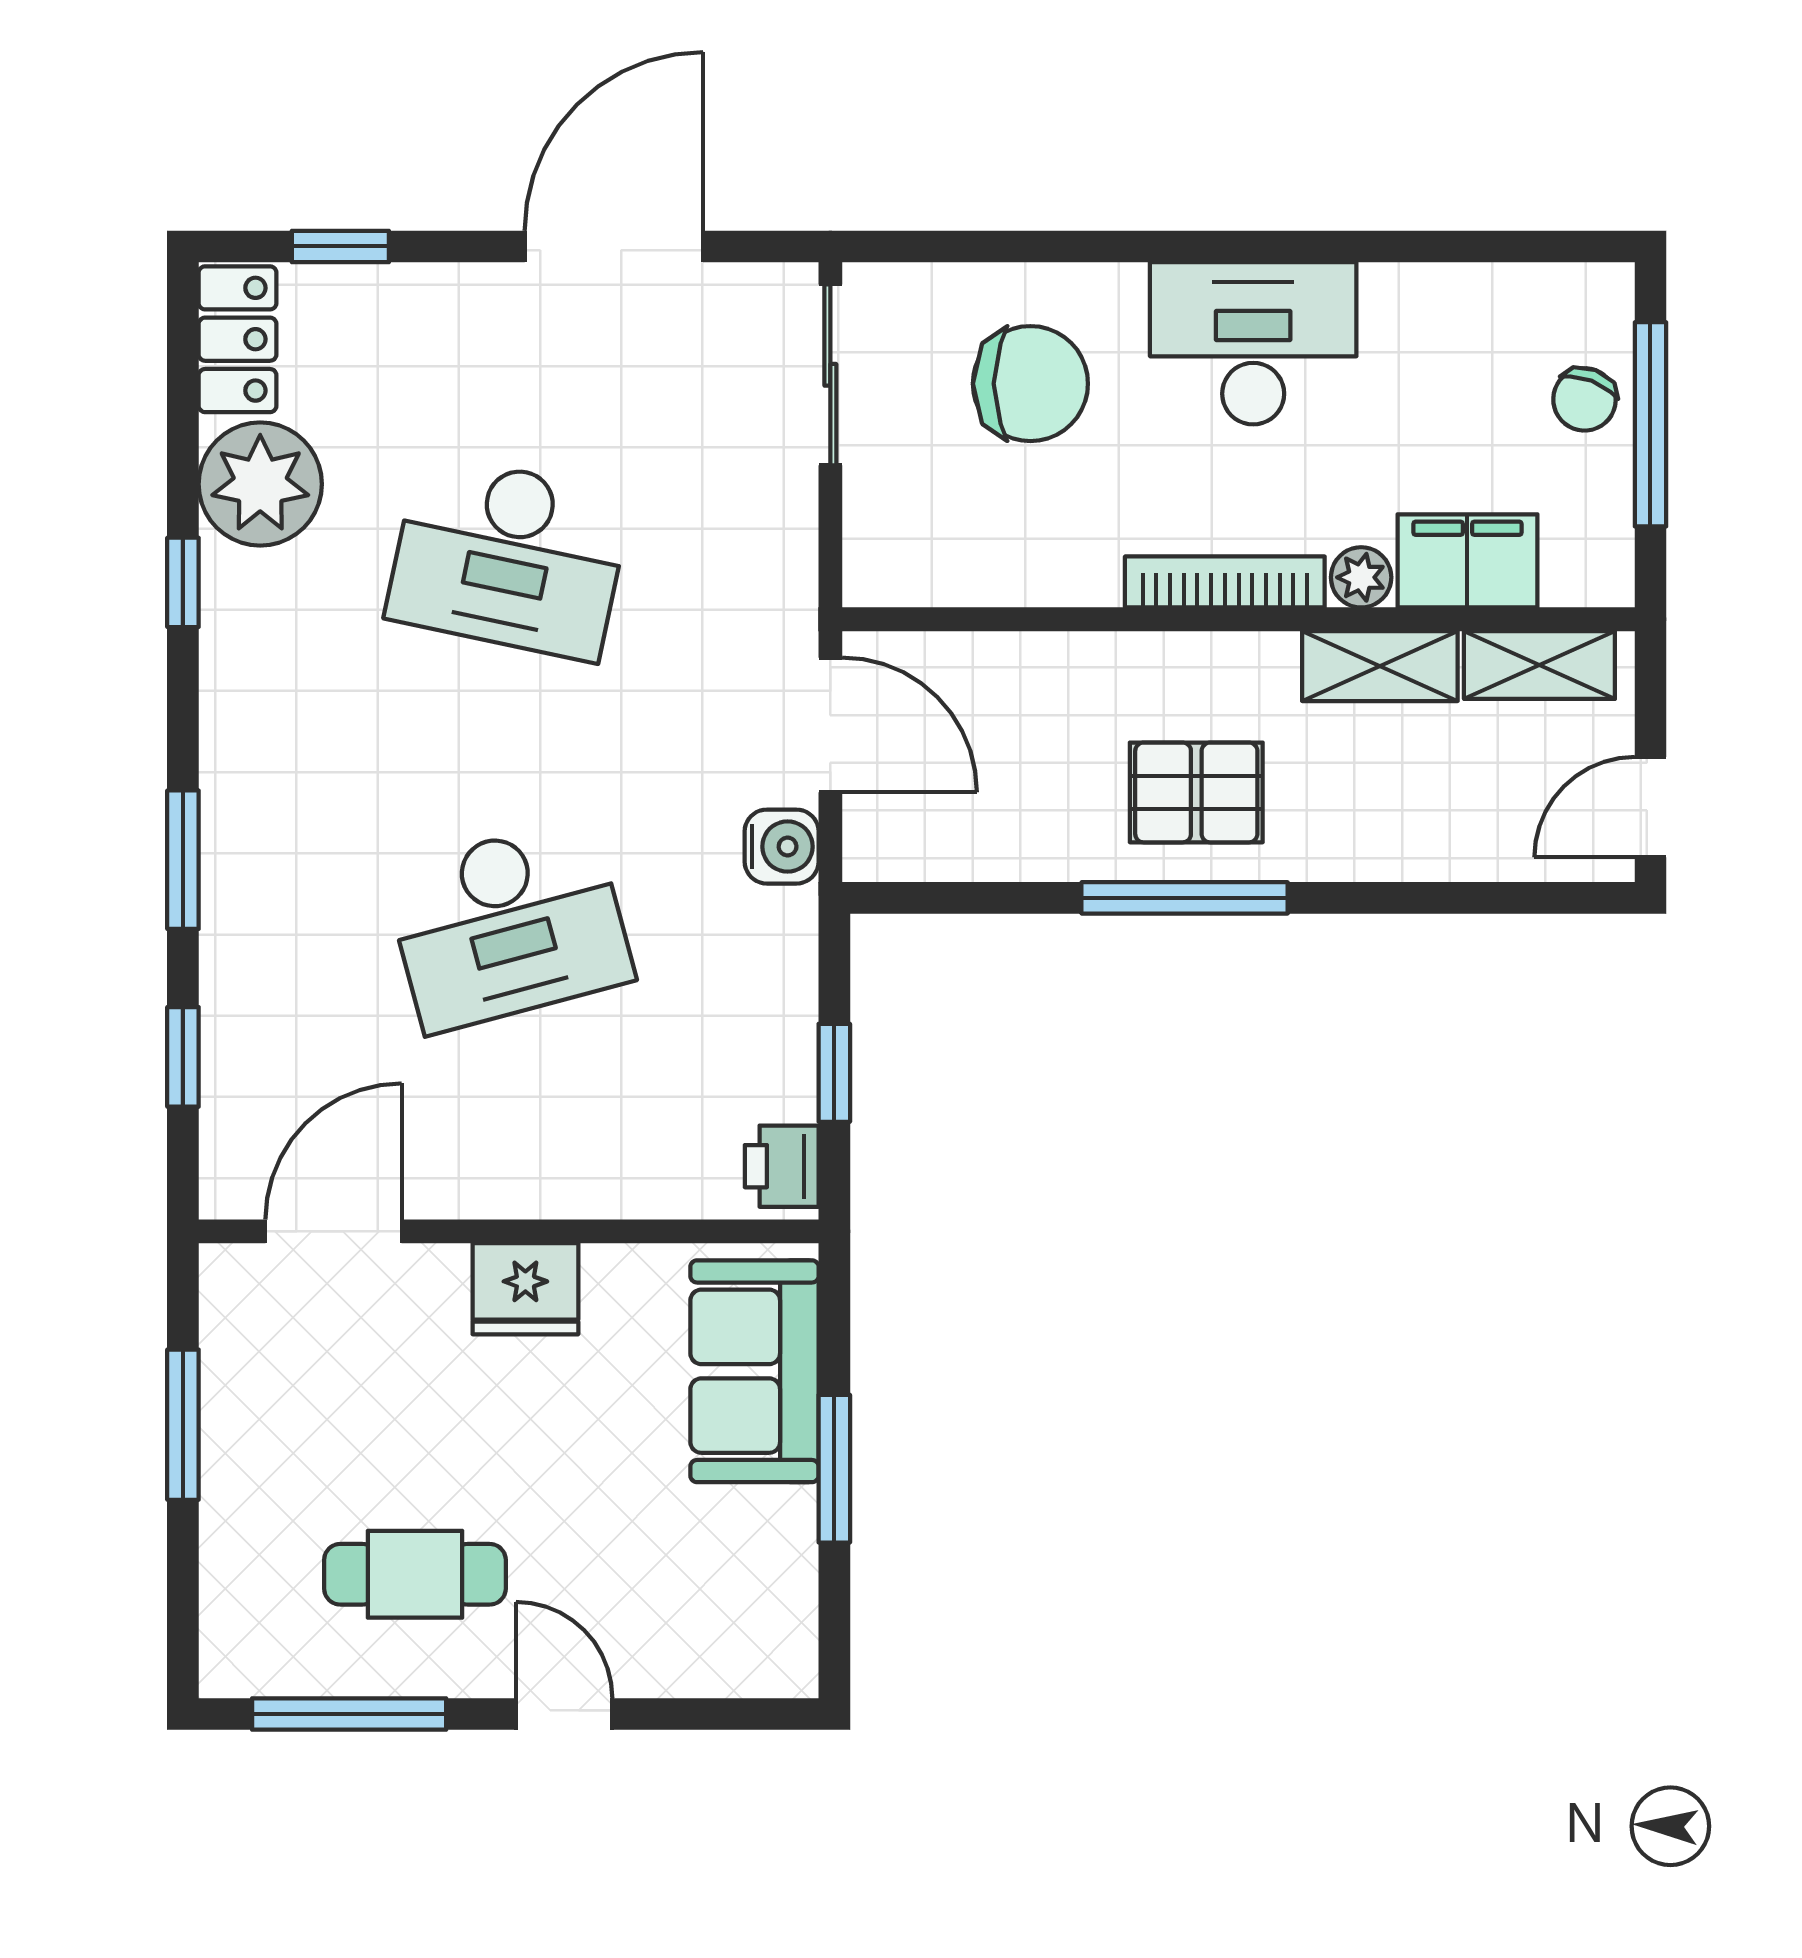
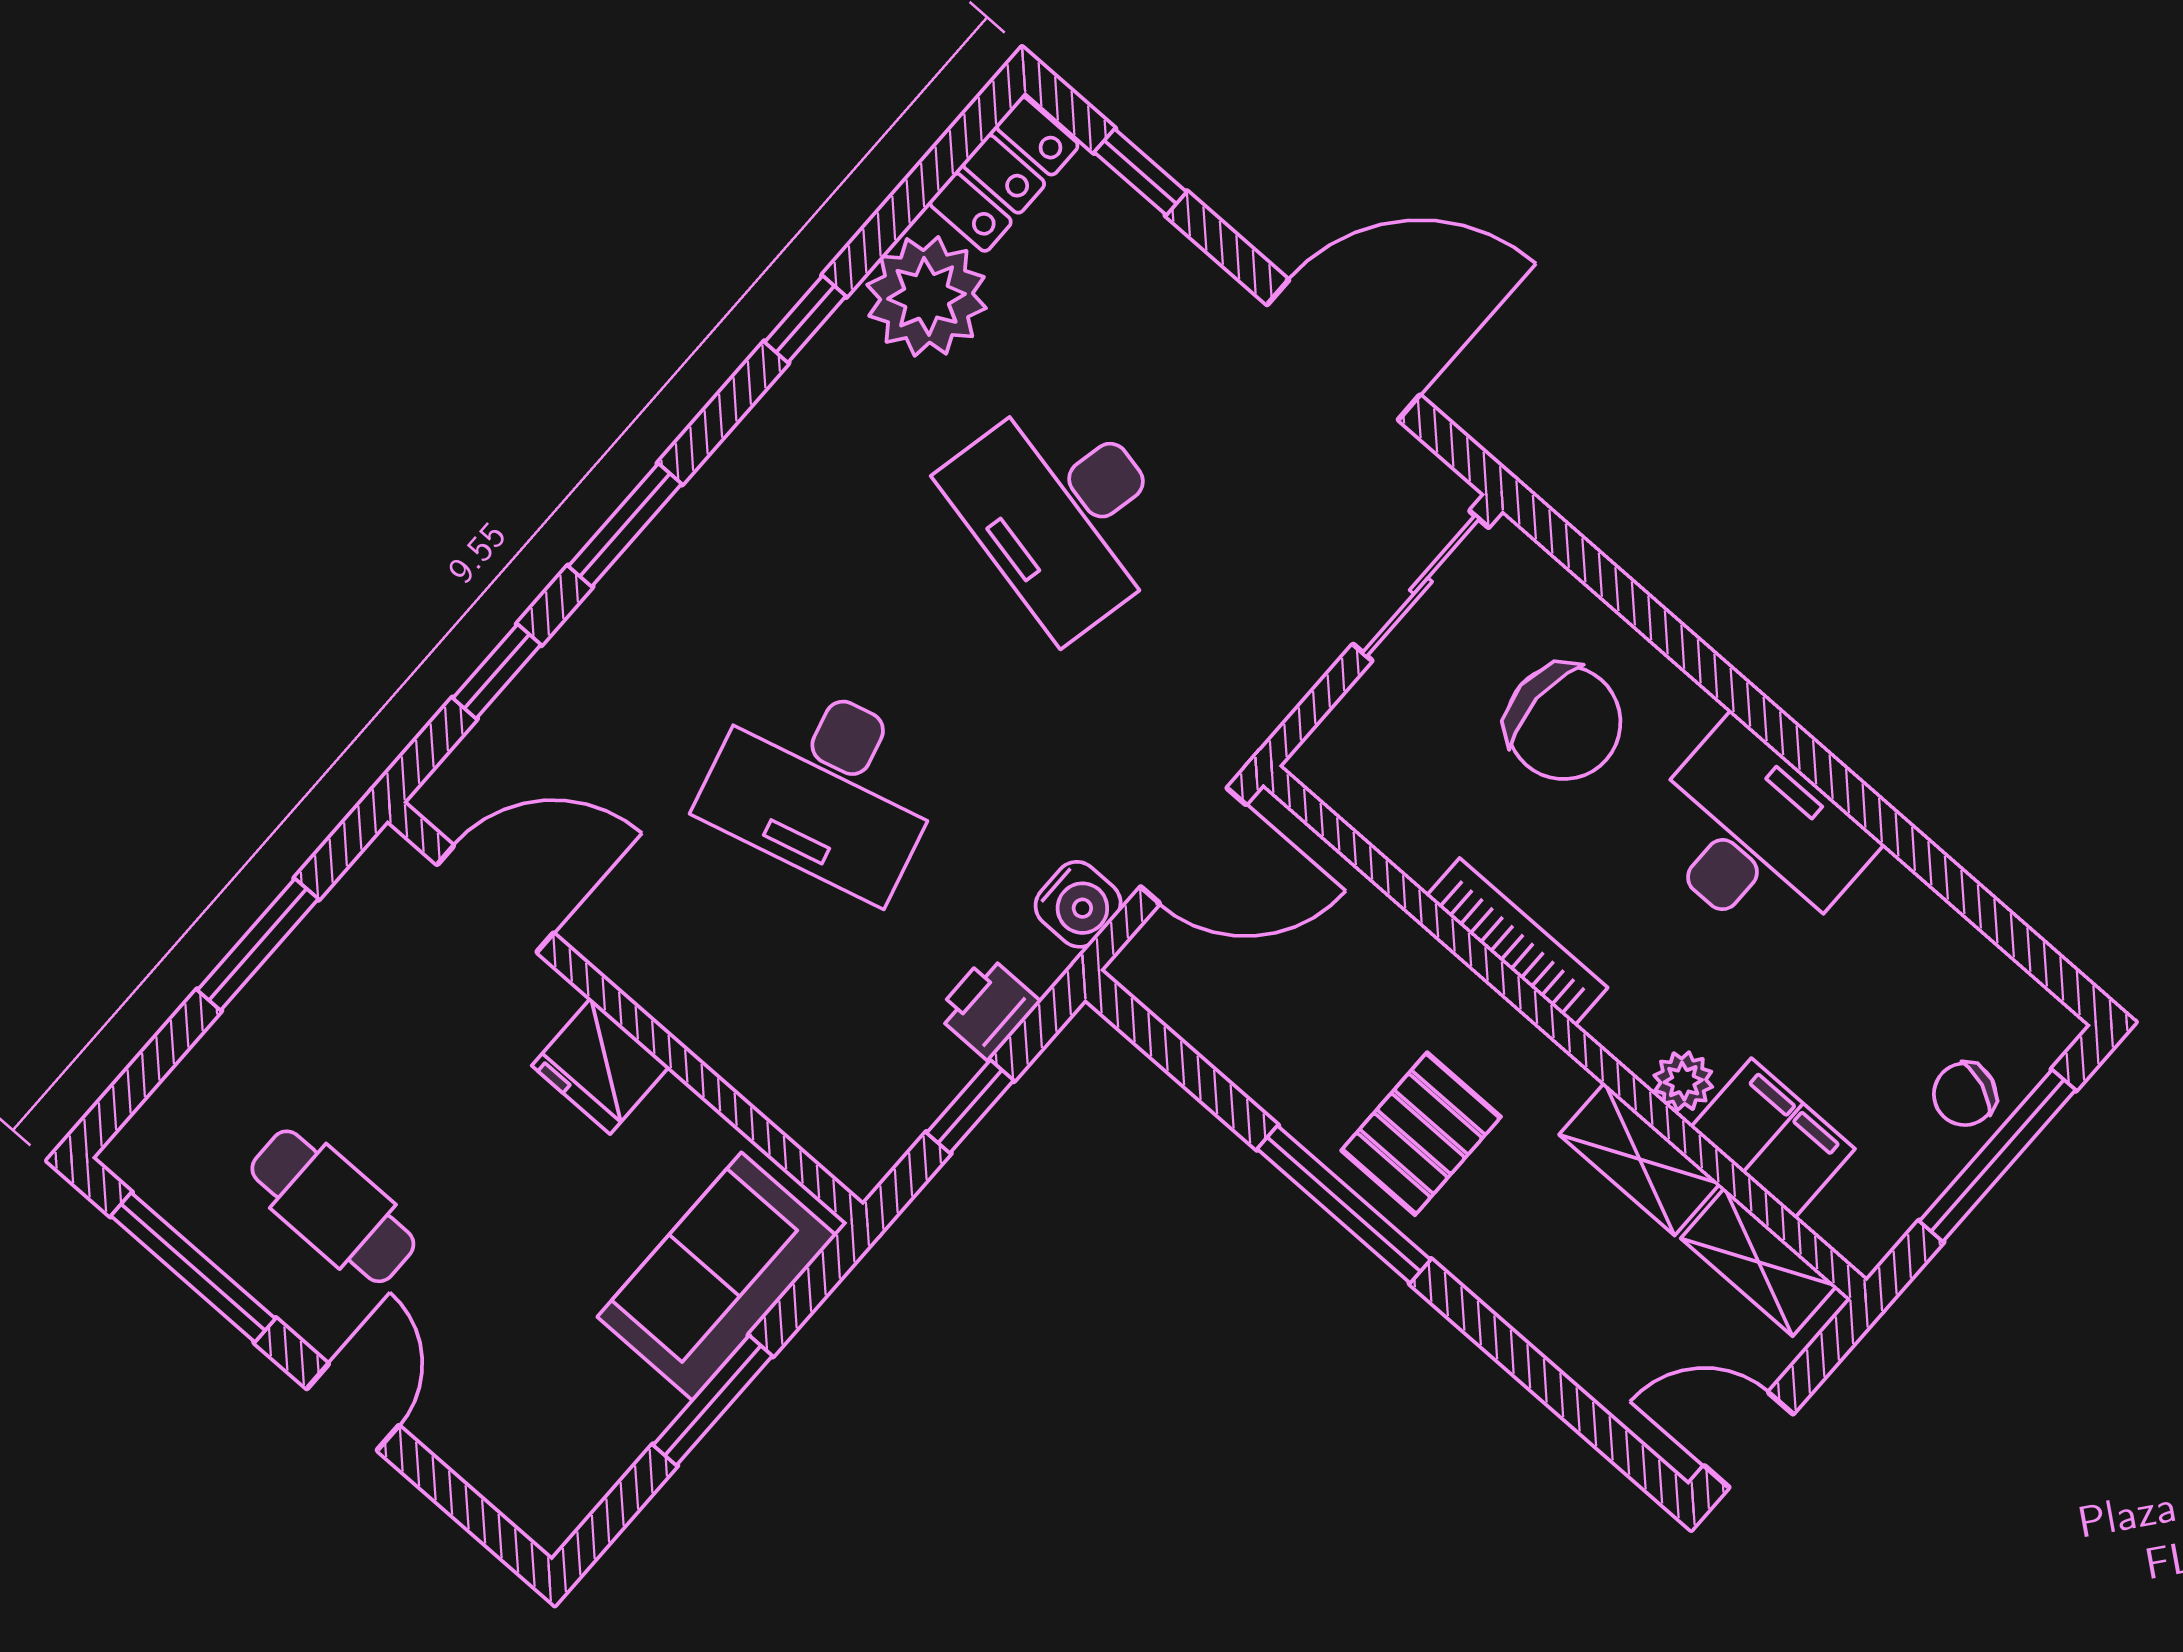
bookcase: (1225, 582) -> (1517, 942), moved
door: (830, 725) -> (1193, 846), hinge flipped
pallet: (1196, 792) -> (1421, 1134), turned 90
printer: (782, 1166) -> (988, 1008), moved

